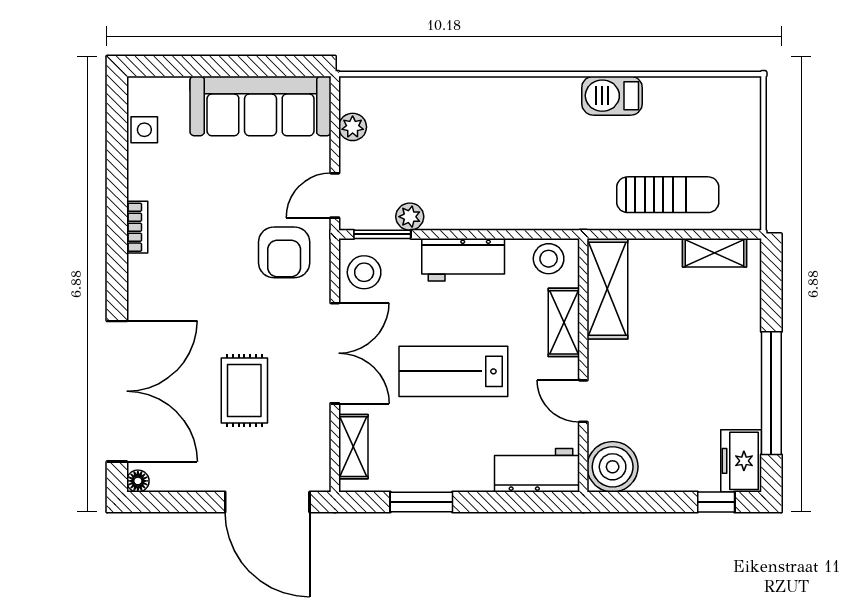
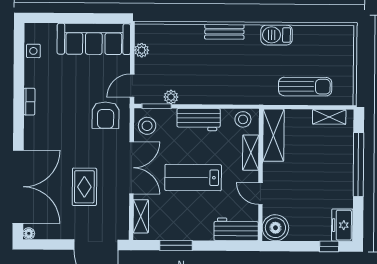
bench: (512, 90) -> (224, 32), added
window: (771, 393) -> (358, 164), moved

